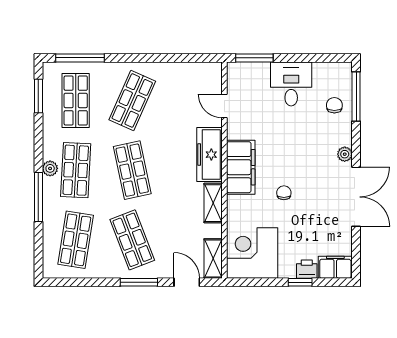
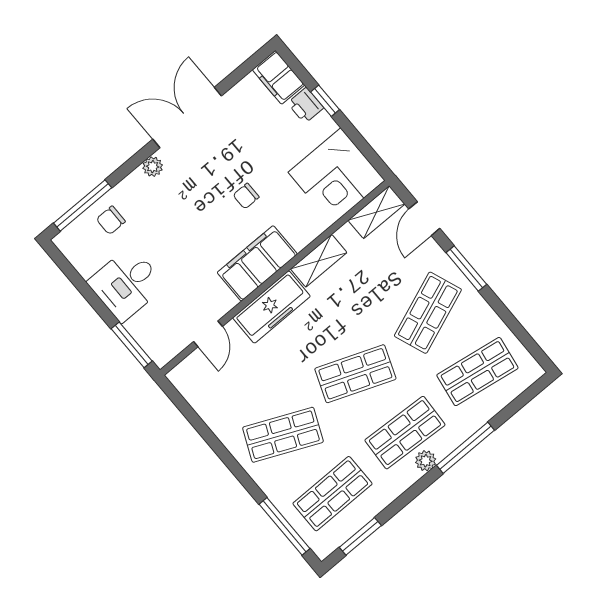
shop shelf: (132, 170) -> (355, 374), turned 33

